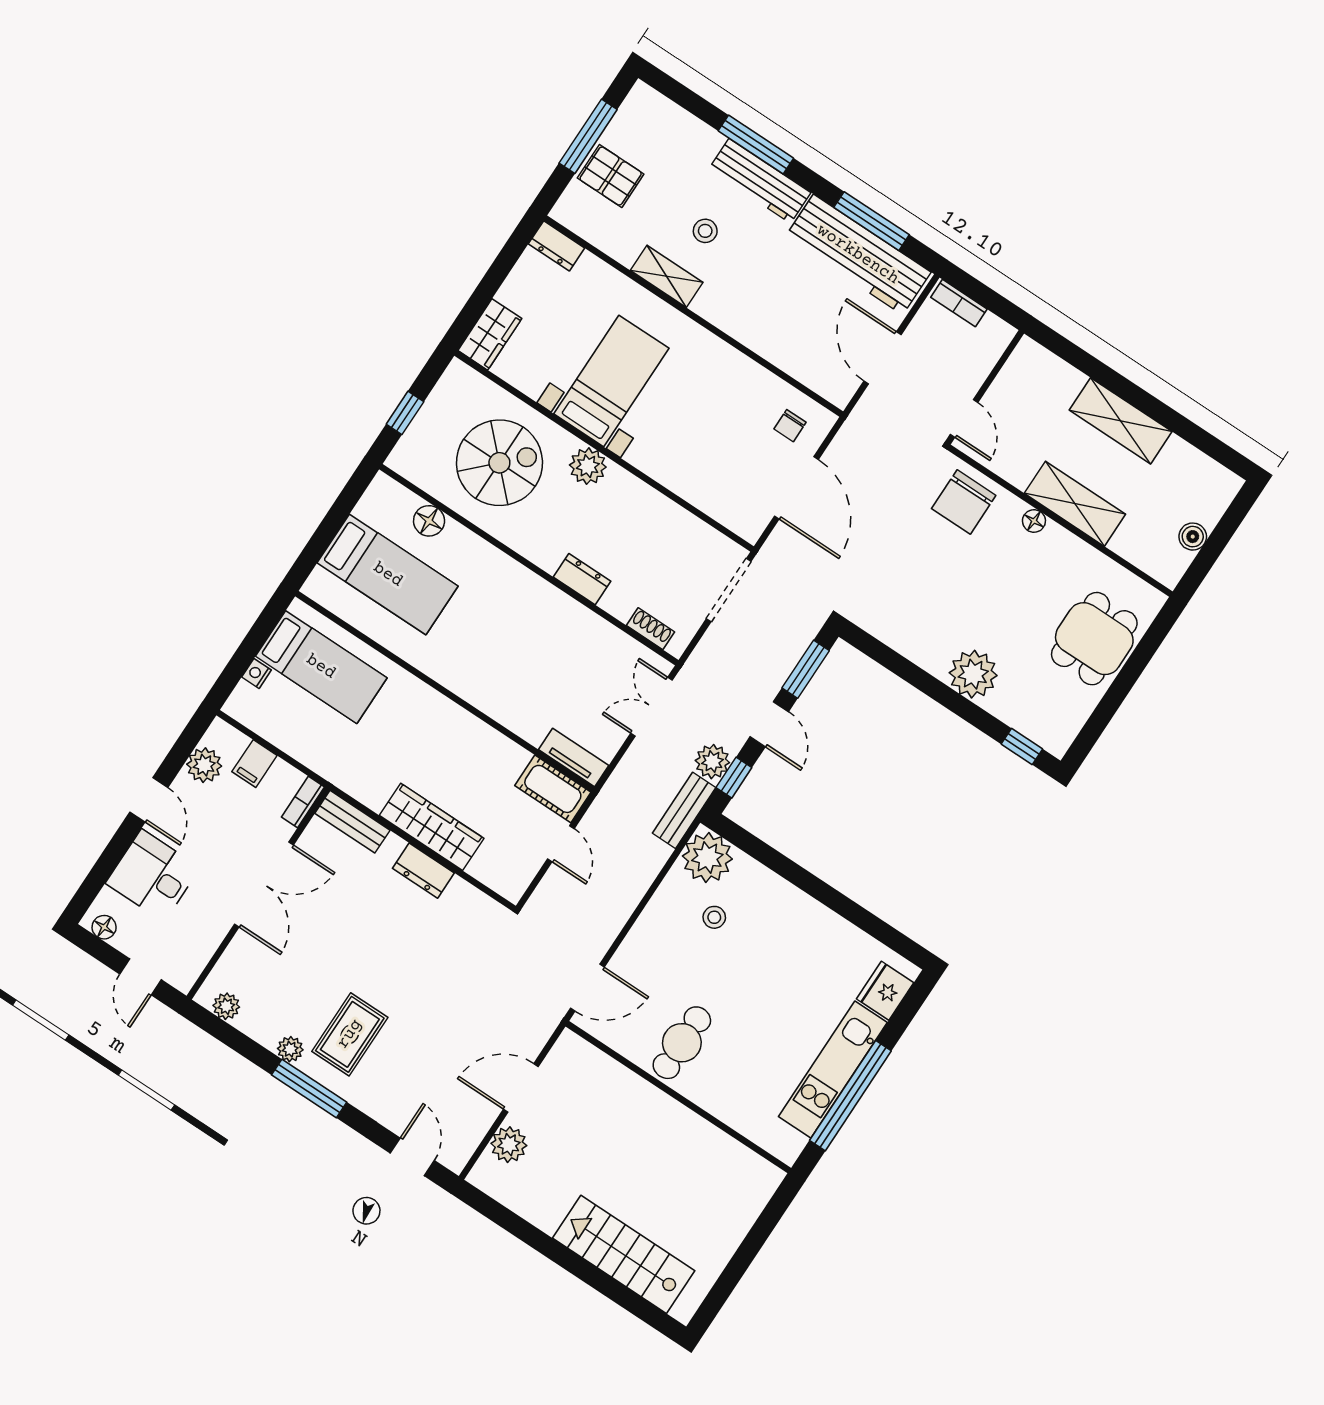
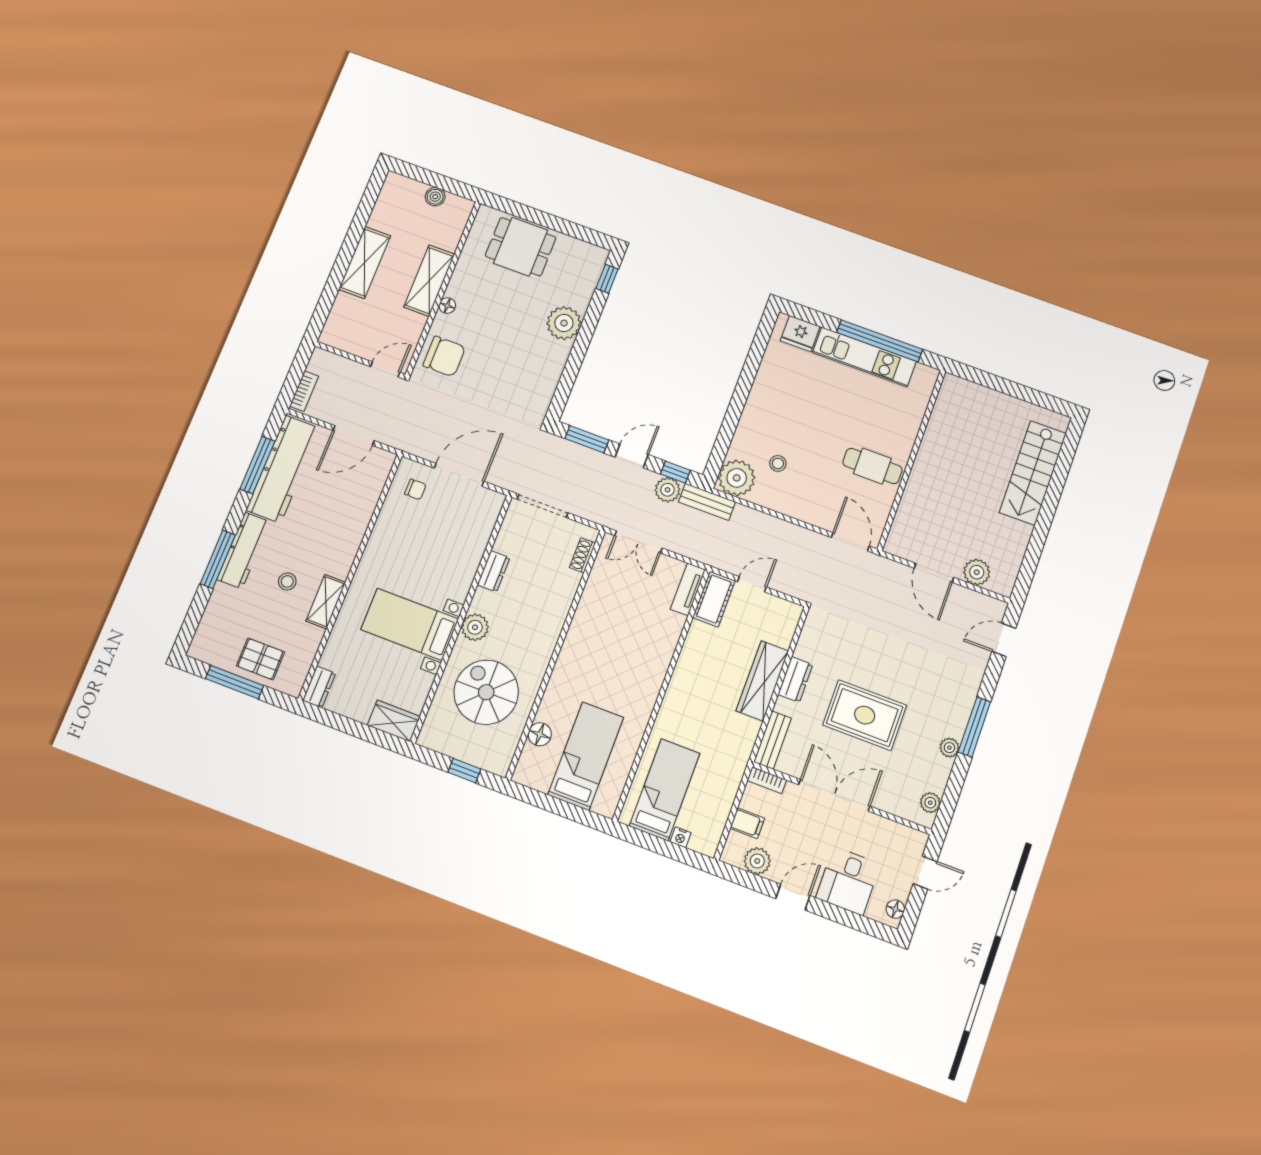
pallet: (611, 176) -> (260, 659), turned 90
dresser: (582, 579) -> (494, 571), moved, turned 180
rug: (350, 1034) -> (865, 715), moved, width x1.36, depth x1.43

